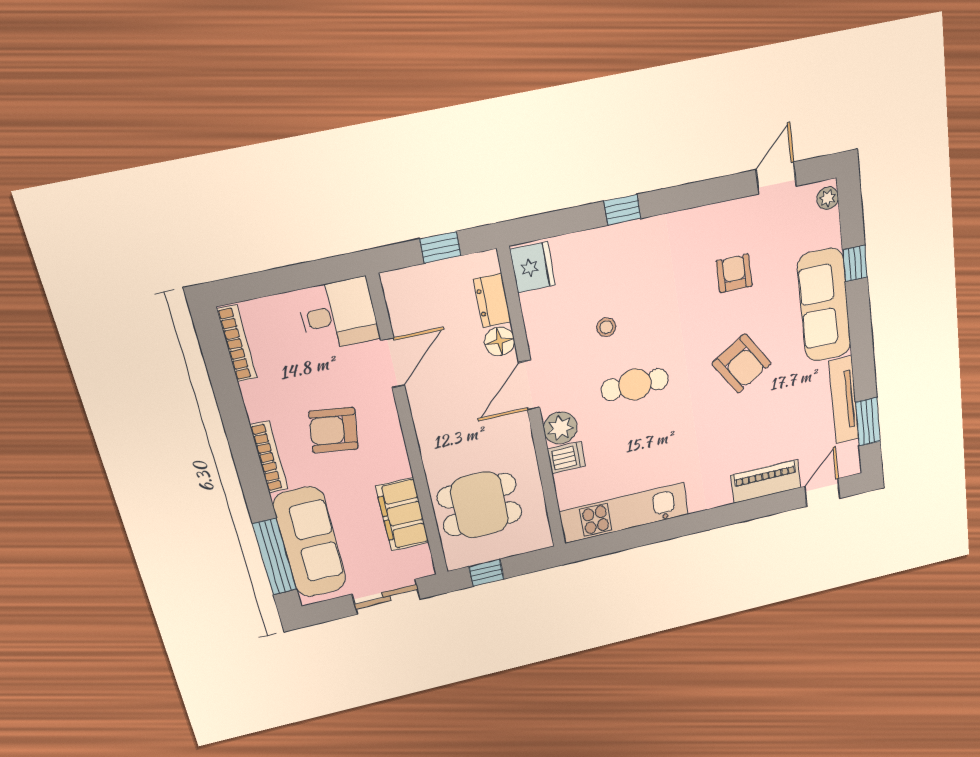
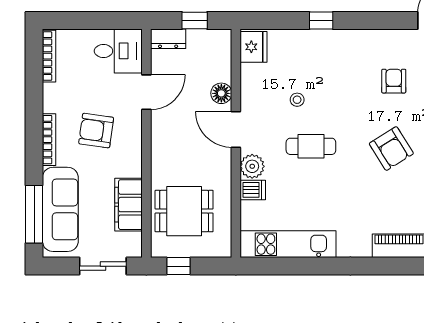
dresser: (492, 301) -> (168, 39), moved, turned -90
door: (529, 385) -> (236, 129), hinge flipped

